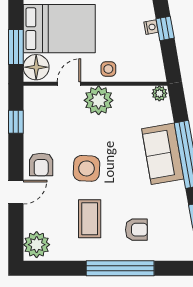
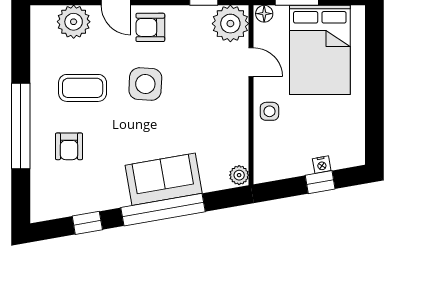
floor lamp: (36, 67) -> (264, 14), width x0.53, depth x0.53
plant: (99, 100) -> (230, 24), moved
plant: (37, 245) -> (74, 22), moved

